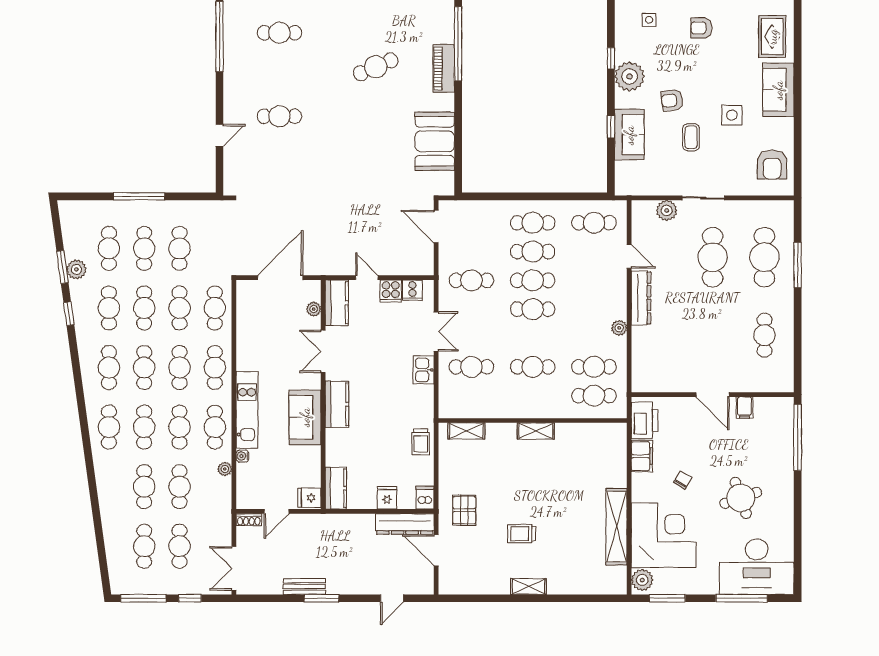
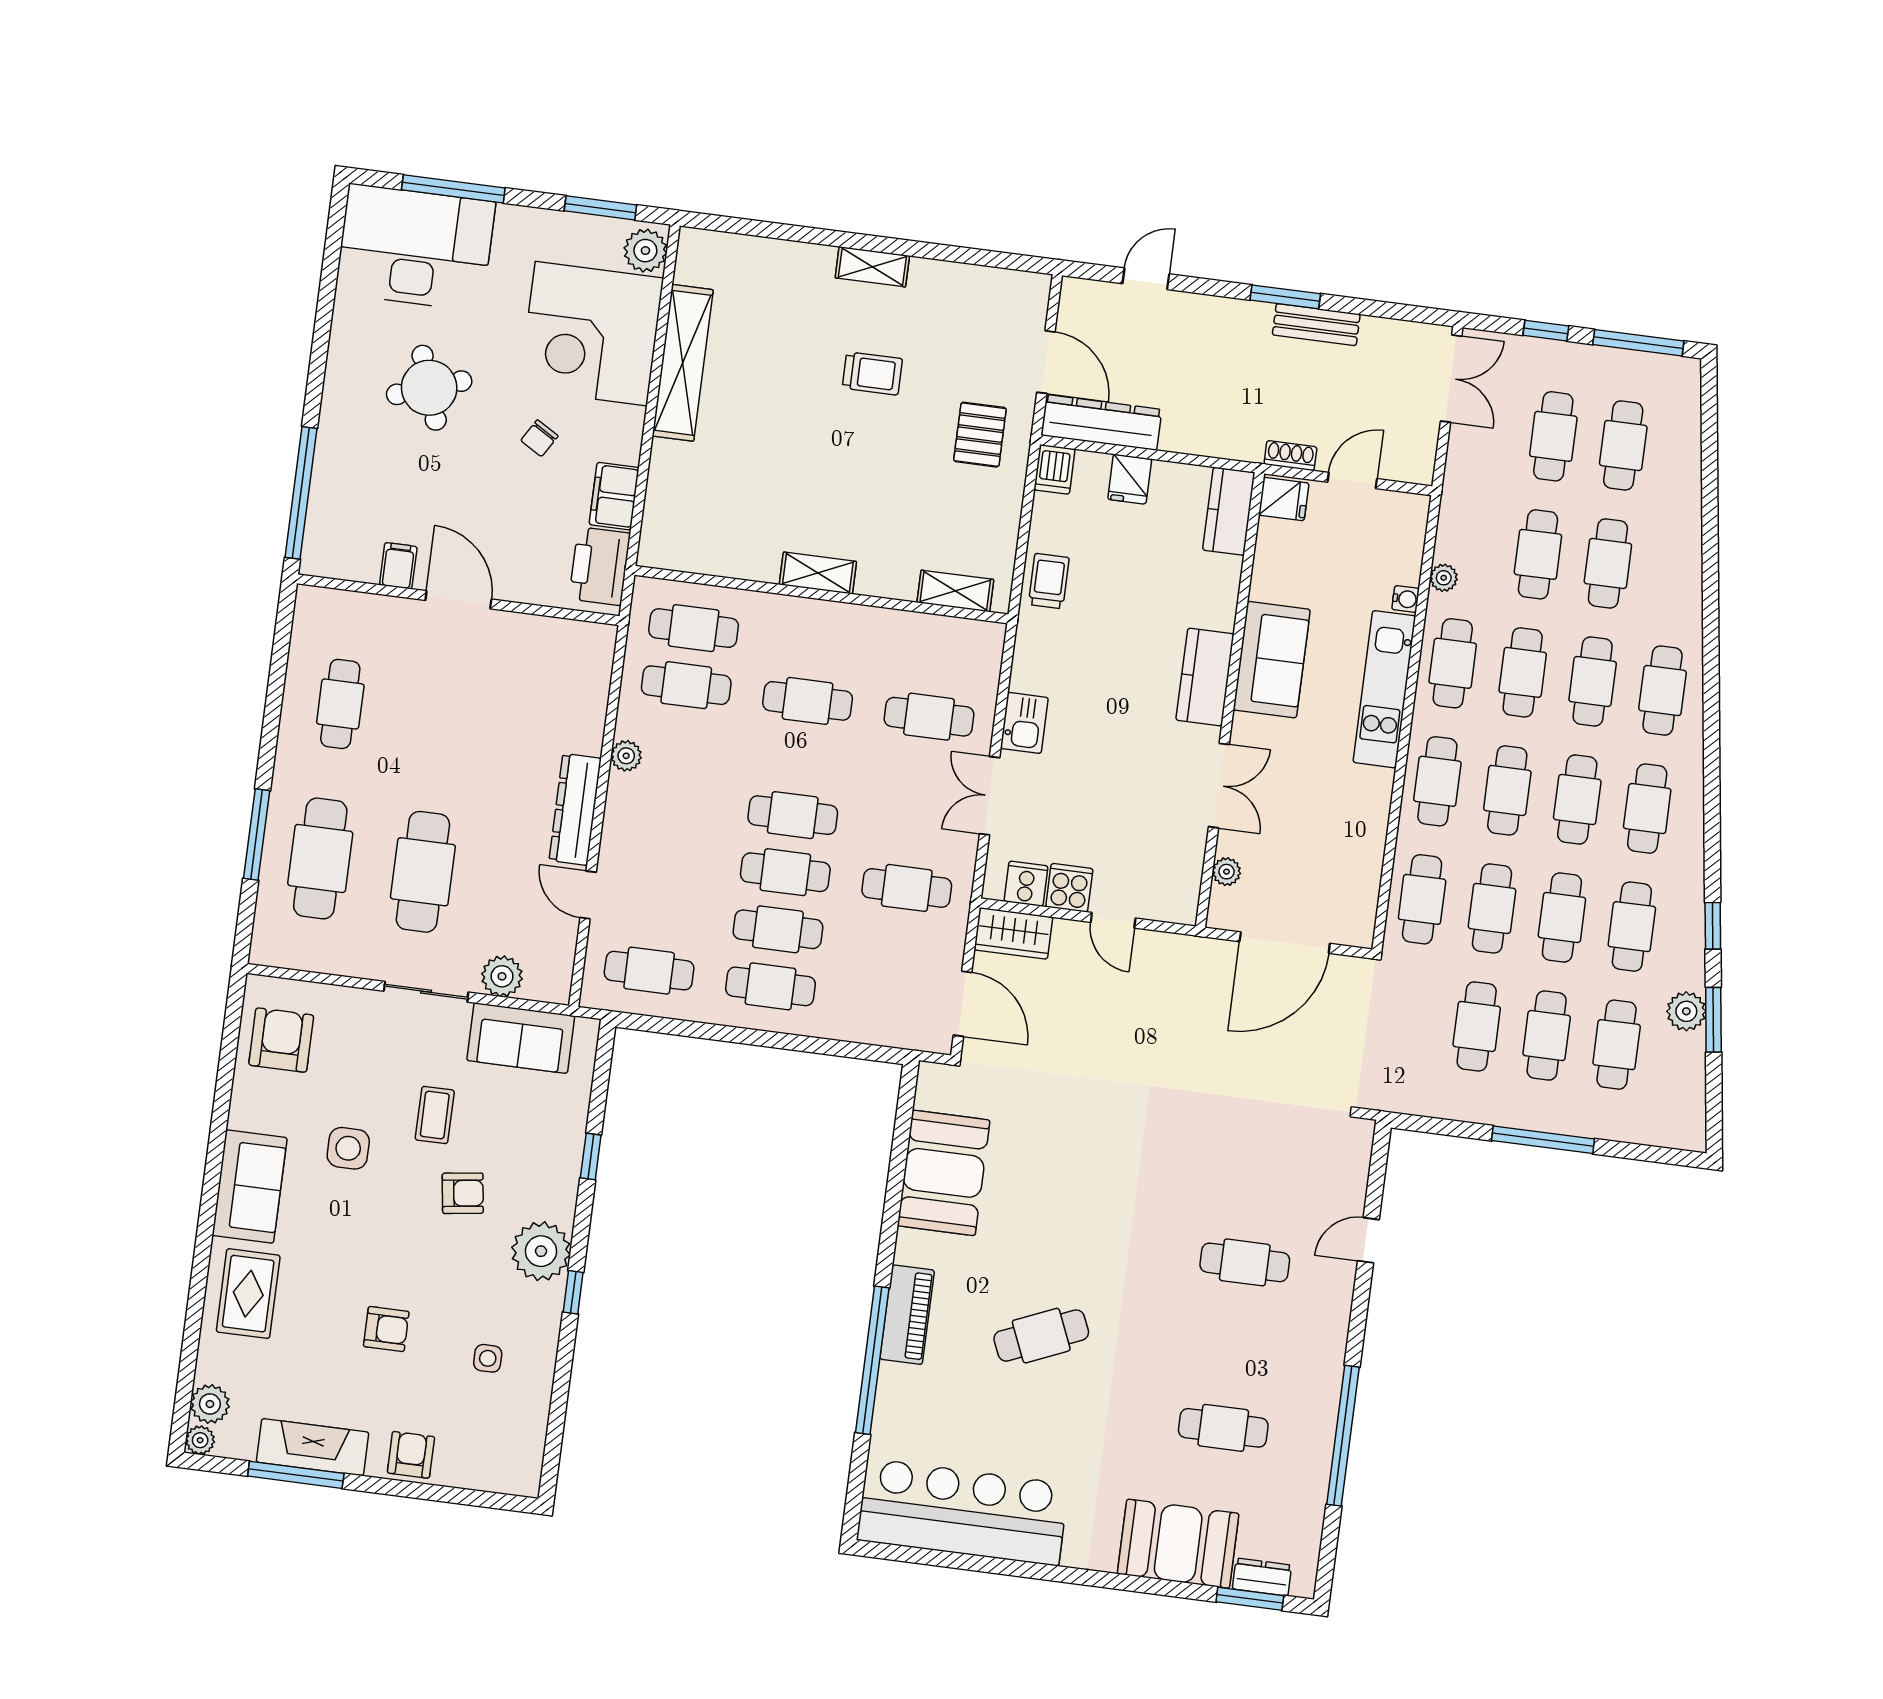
sofa: (629, 135) -> (521, 1038), moved, turned -90
wardrobe: (415, 265) -> (1013, 933), added
kitchen counter: (337, 303) -> (1179, 878), removed
shoe rack: (249, 520) -> (1290, 456), moved

